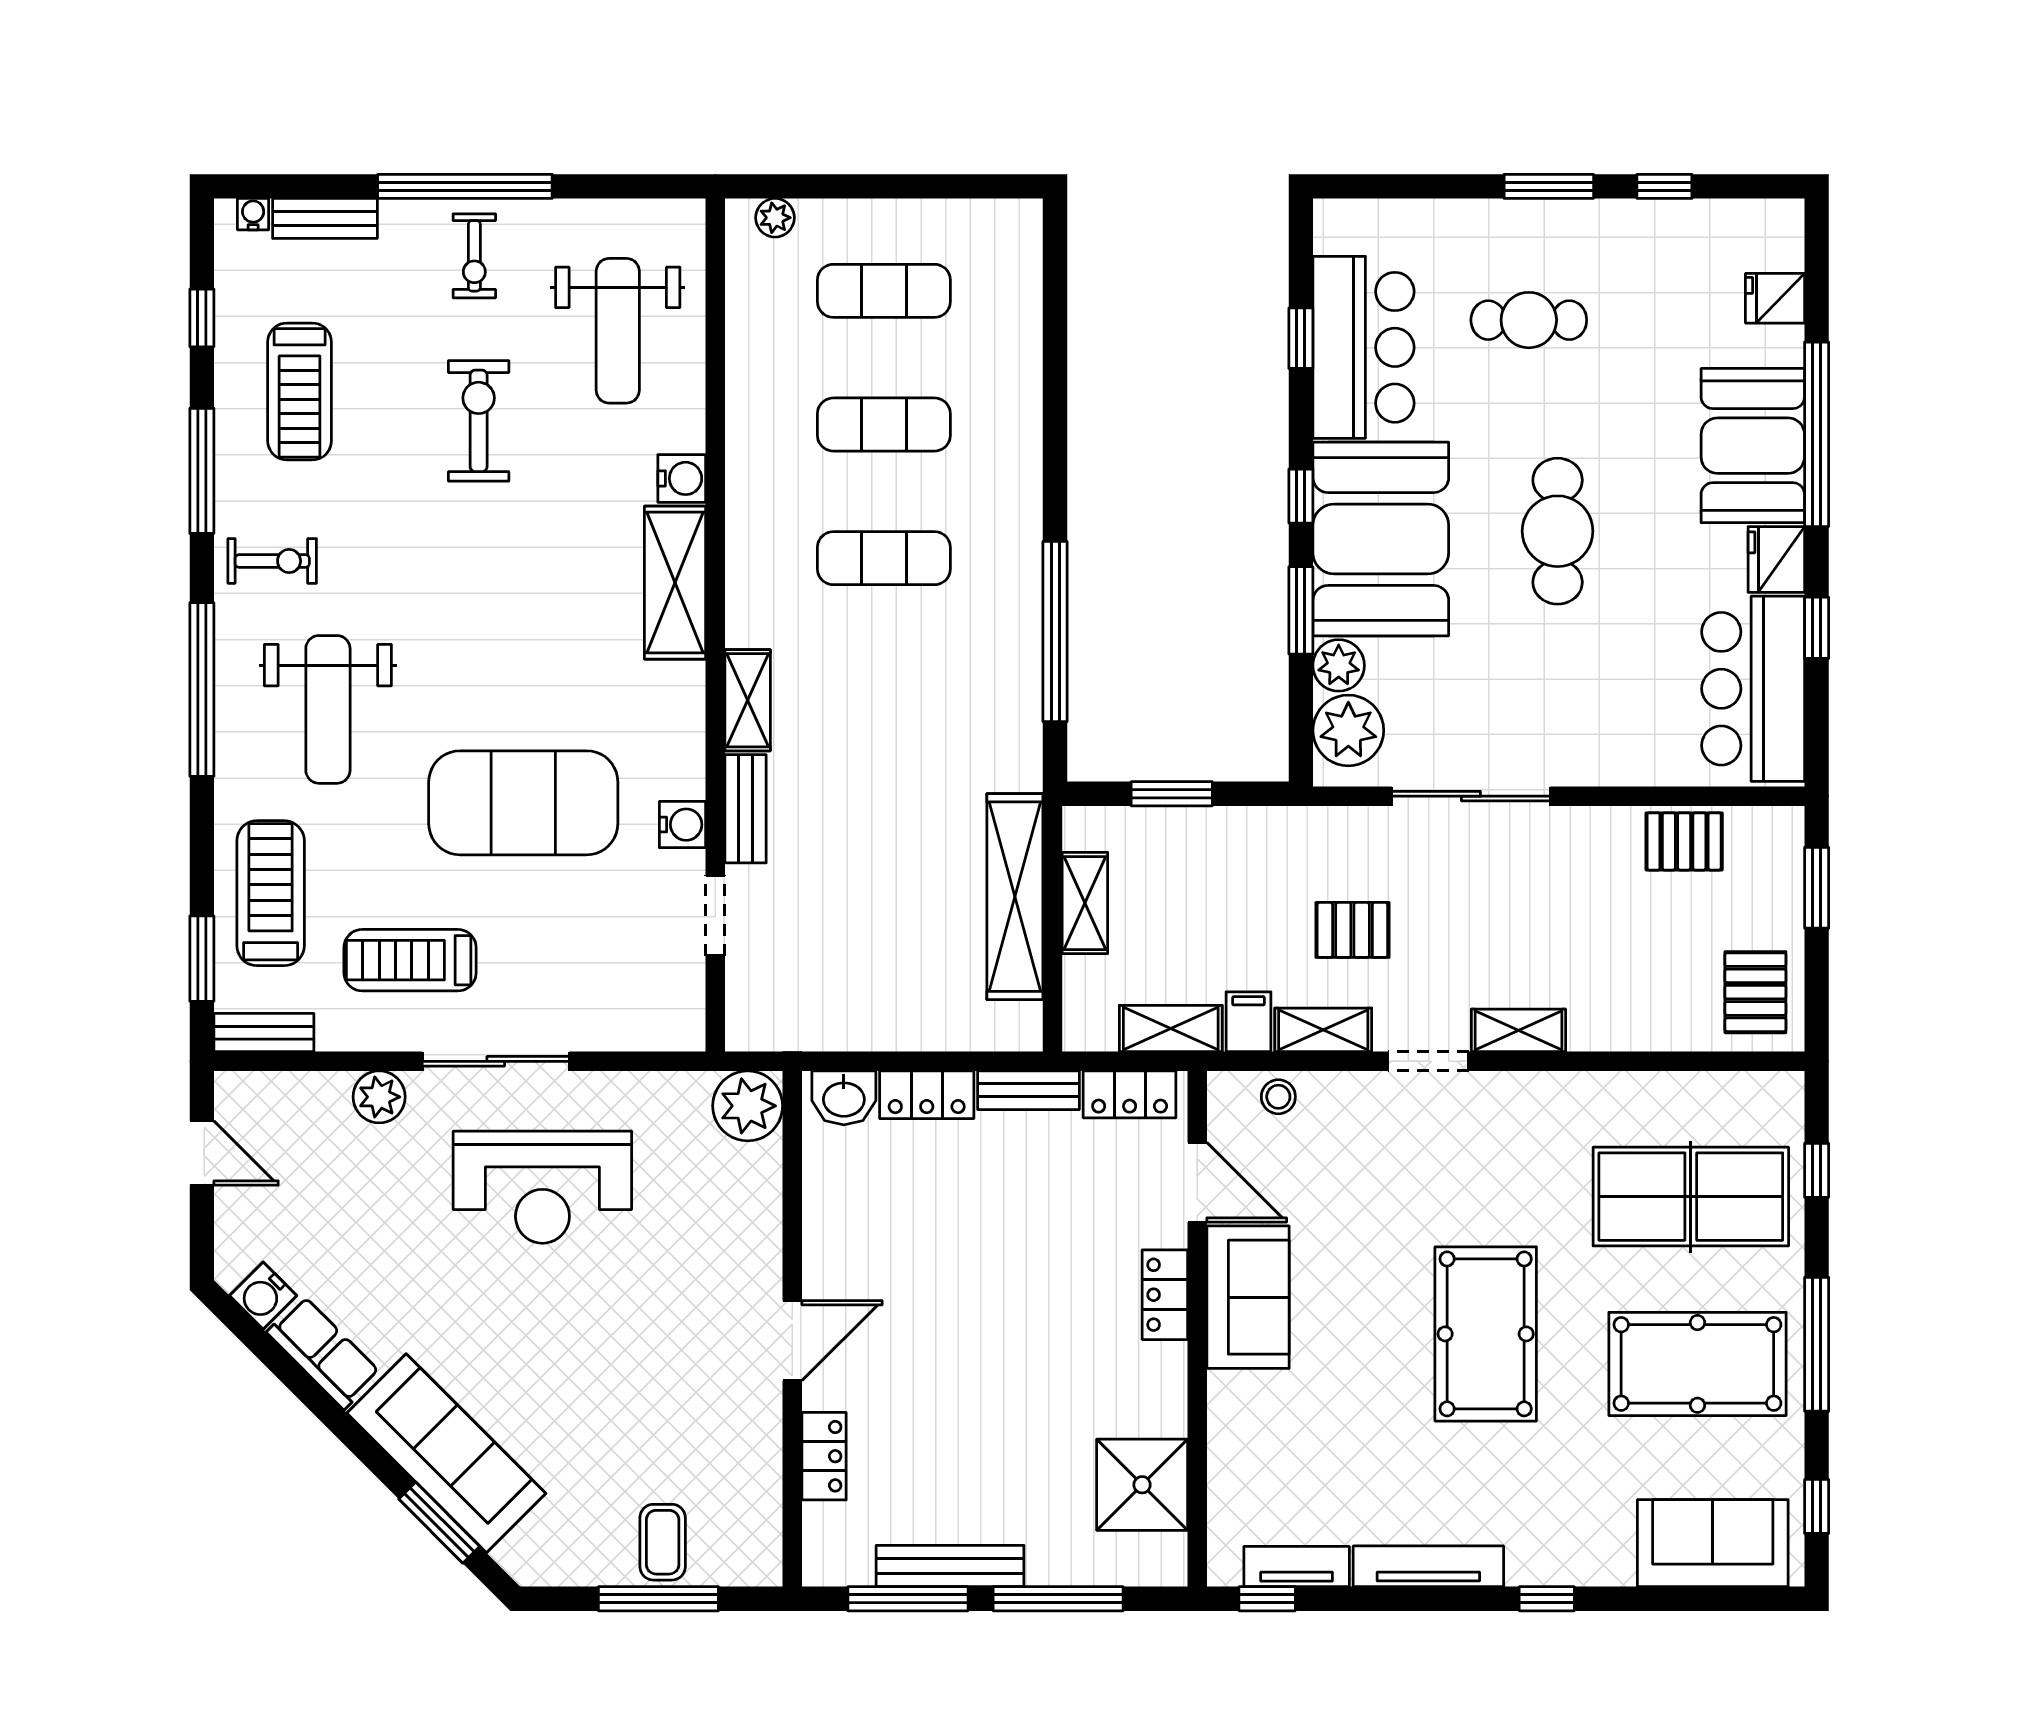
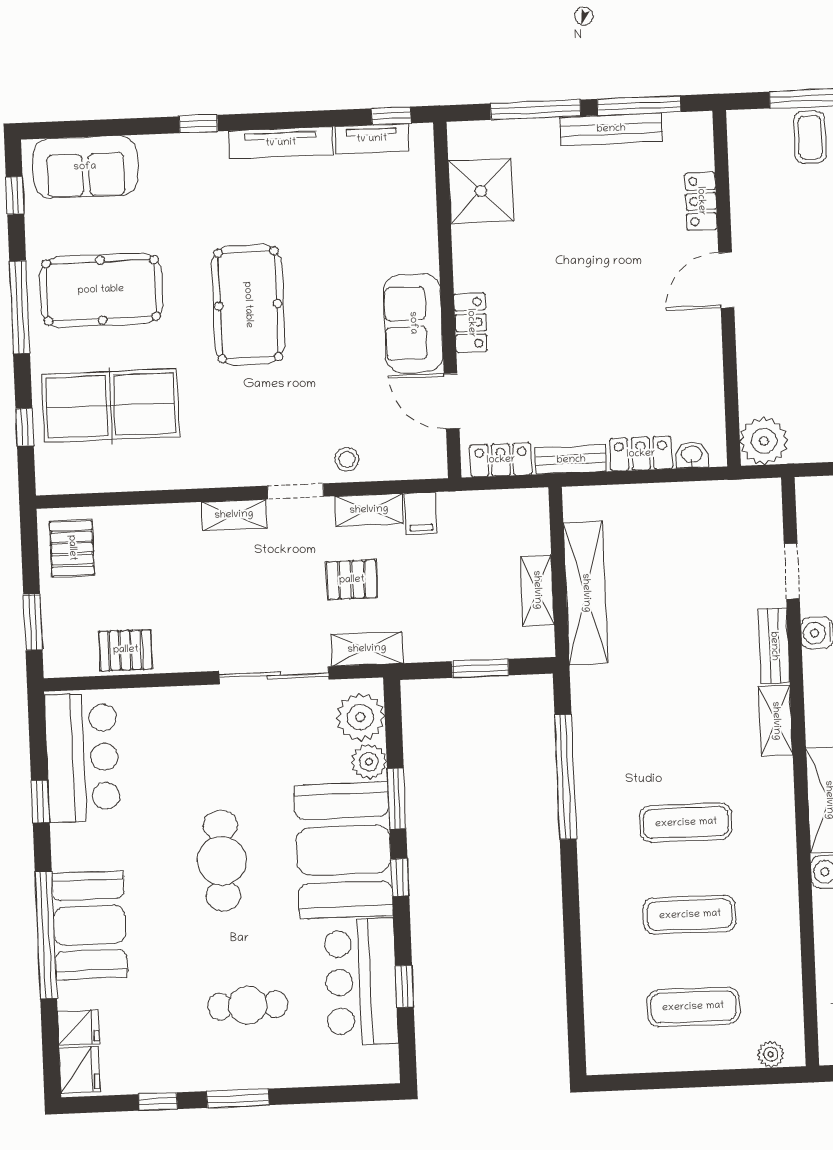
fridge: (1776, 559) -> (79, 1070), moved
shelving: (1171, 1028) -> (367, 649), moved
stool: (1278, 1097) -> (347, 459), moved
washbasin: (844, 1098) -> (692, 455), width x0.72, depth x0.69

